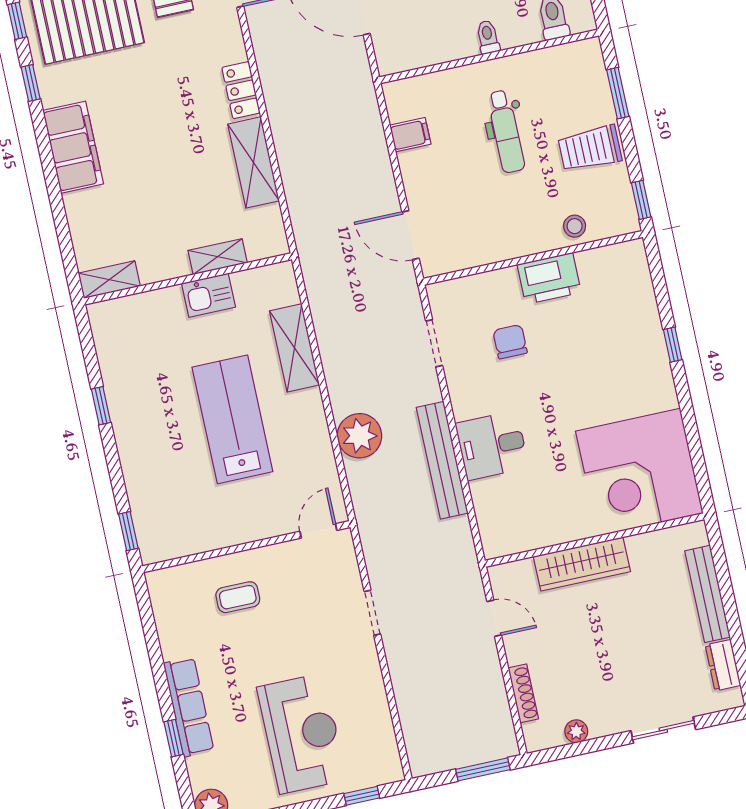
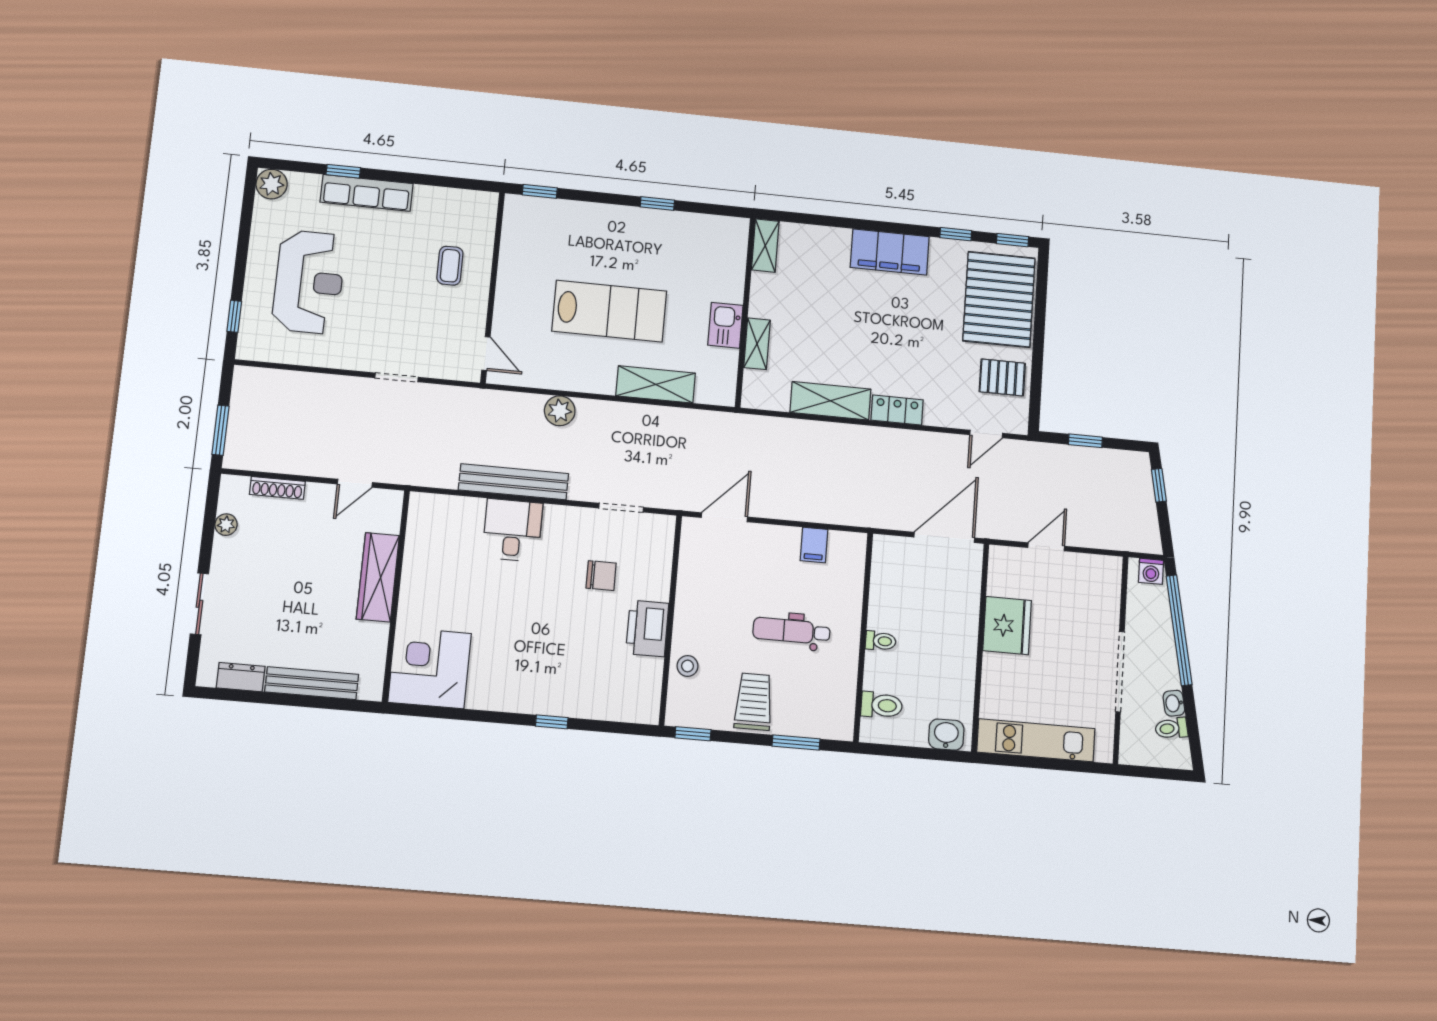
plant: (359, 436) -> (560, 411), width x0.73, depth x0.73
corner desk: (639, 472) -> (430, 668), width x0.74, depth x0.74
reception desk: (302, 734) -> (309, 282), turned -90

